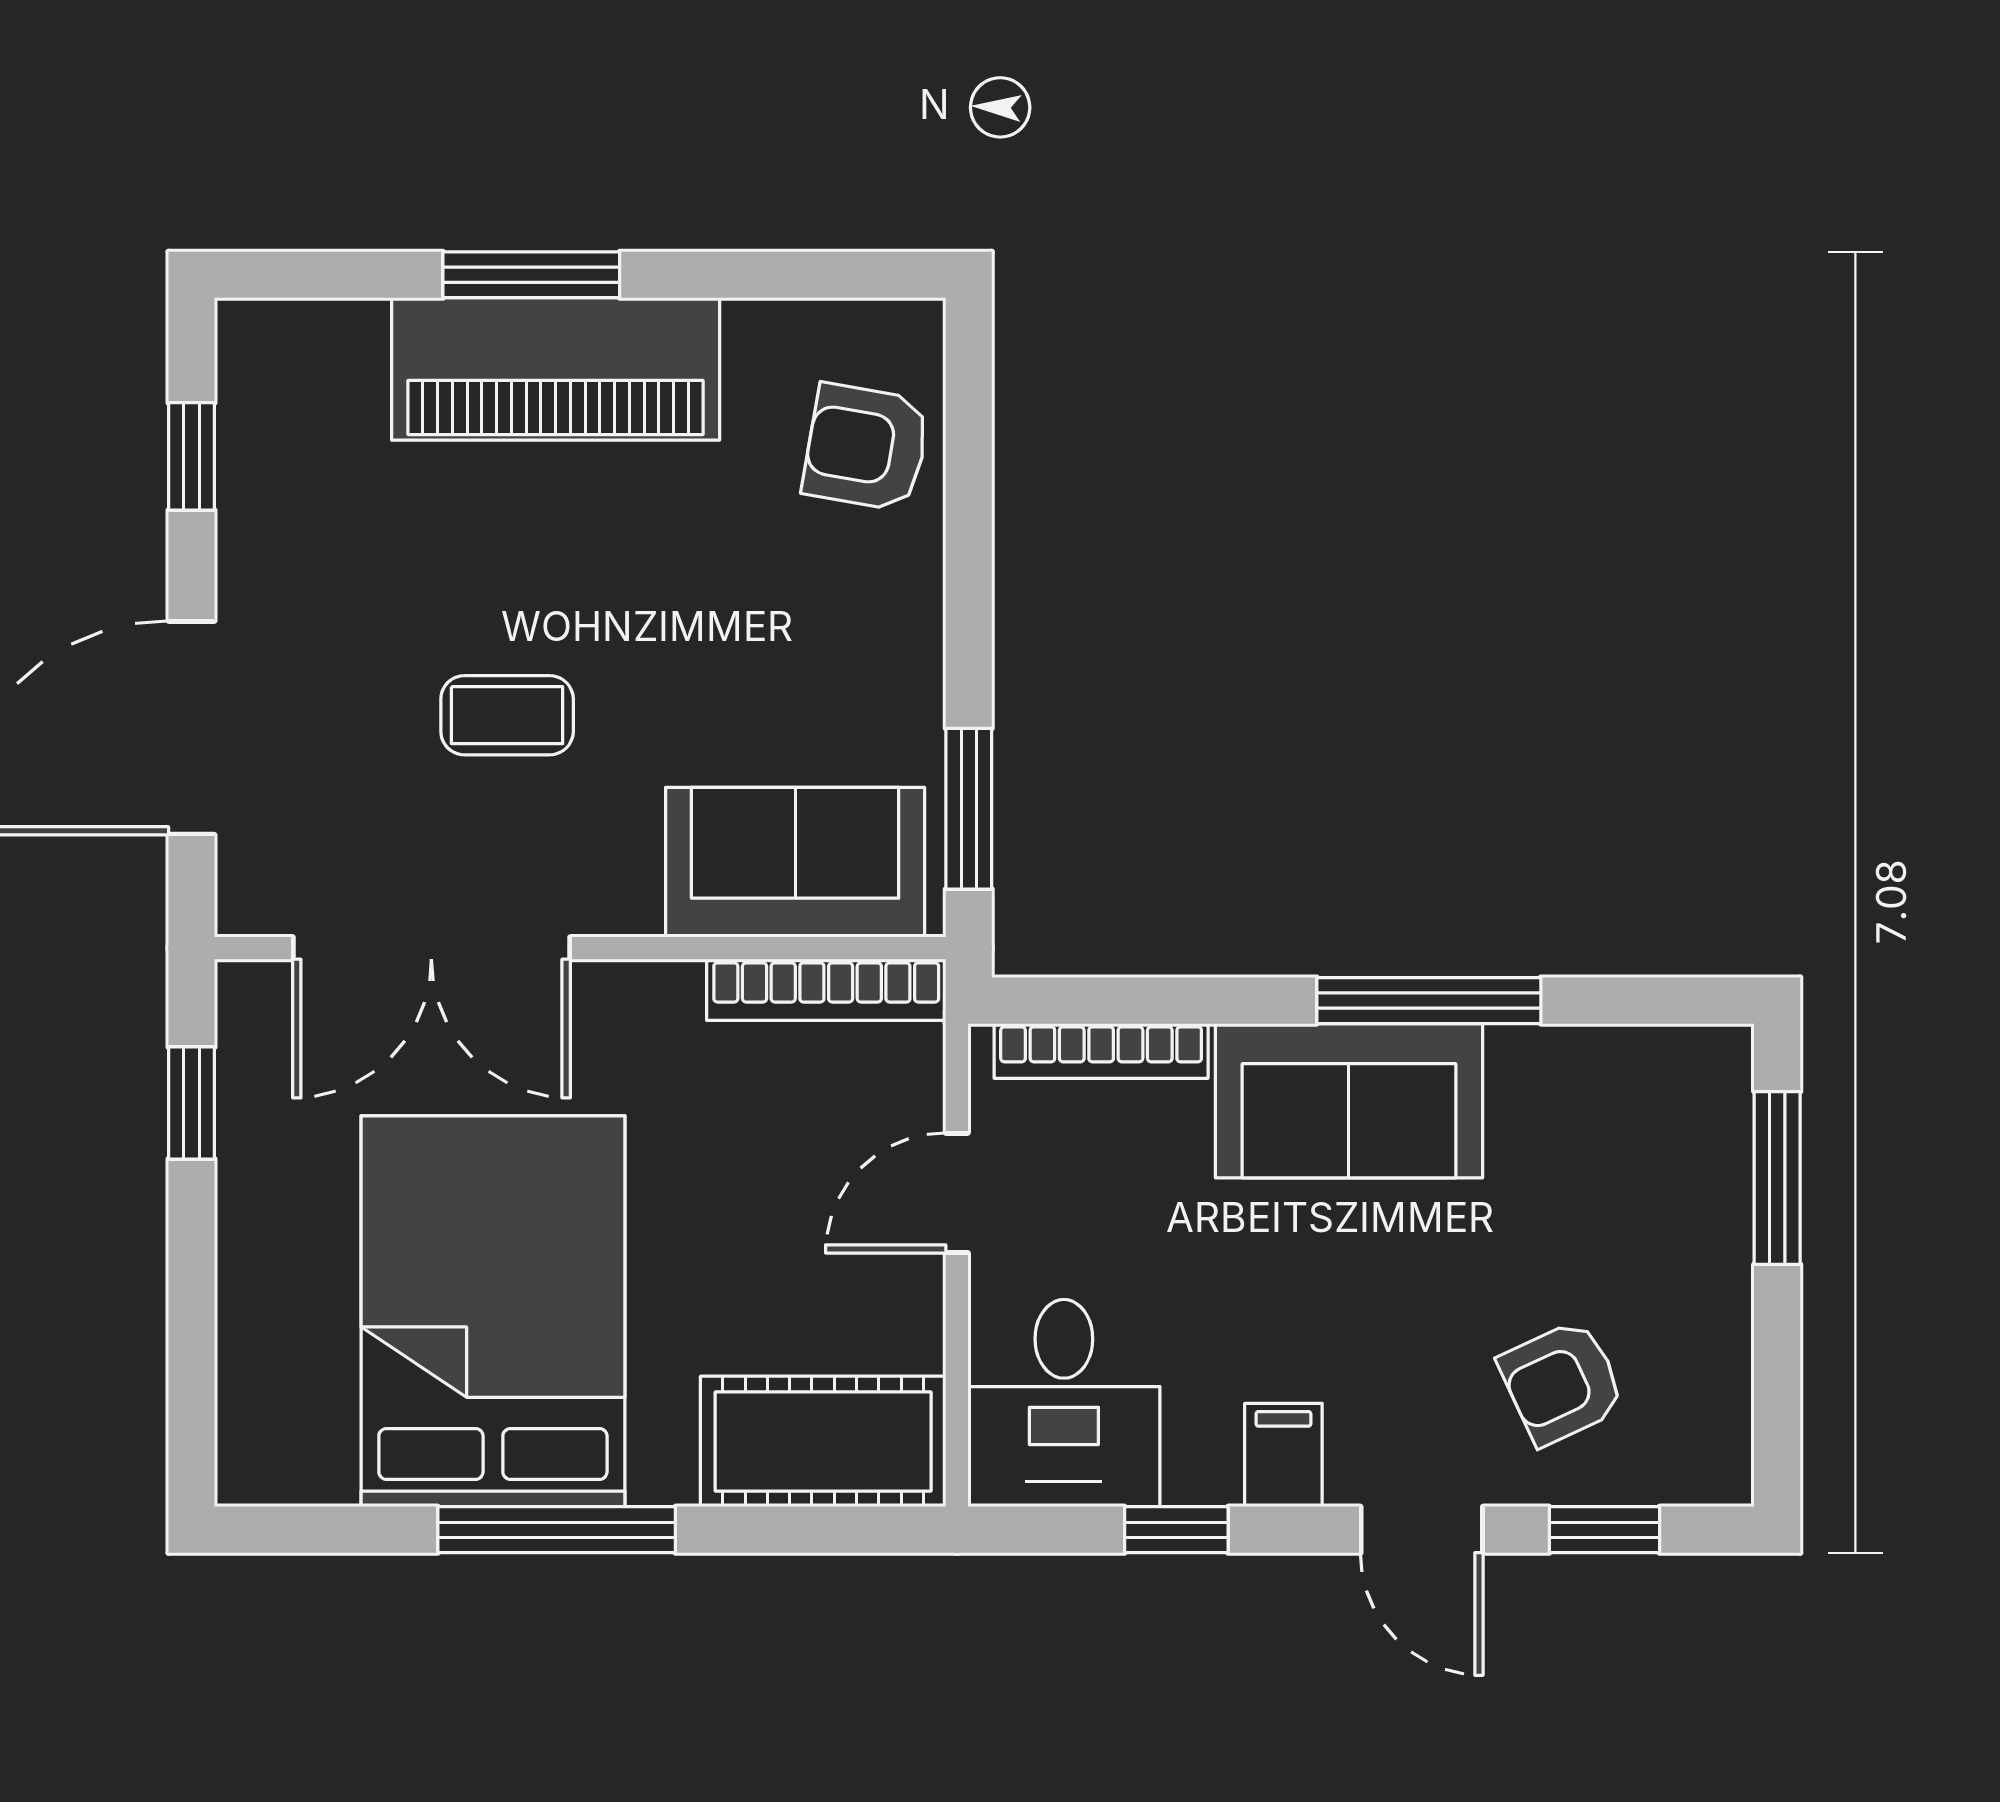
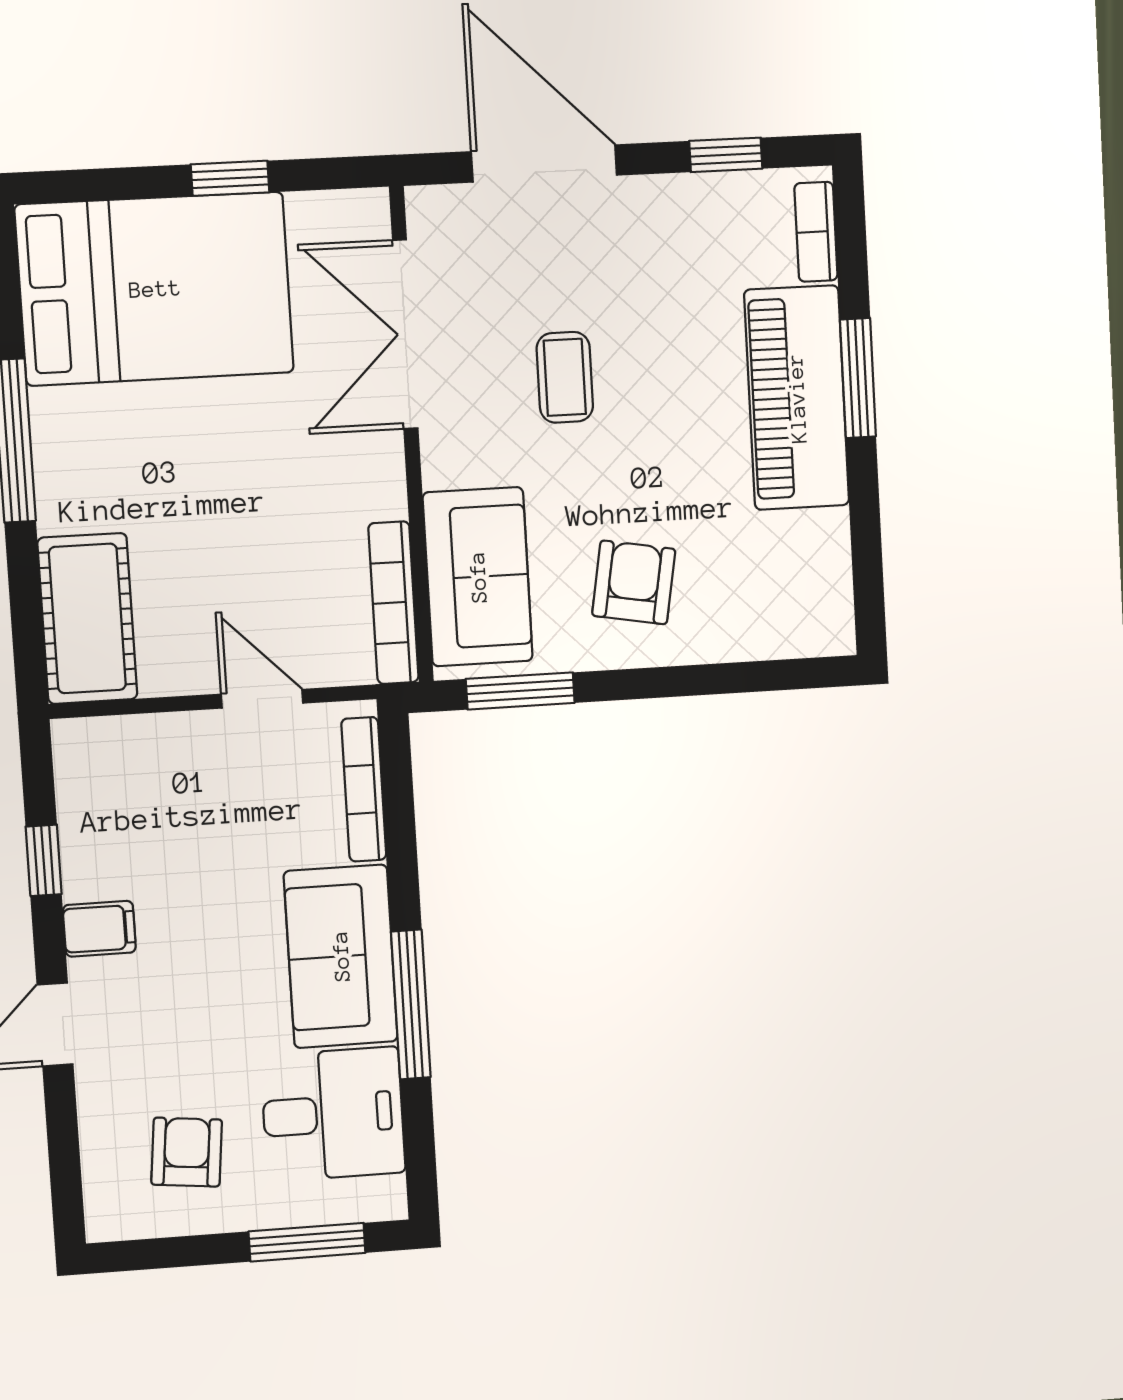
bookcase: (311, 327) -> (816, 232), added
armchair: (866, 447) -> (634, 582), moved
window: (192, 1103) -> (230, 178), moved
bed: (493, 1311) -> (155, 289), moved
armchair: (1562, 1383) -> (187, 1152), moved, turned 31
desk: (1064, 1403) -> (333, 1114), moved, turned 180
window: (1604, 1530) -> (64, 1146), removed

